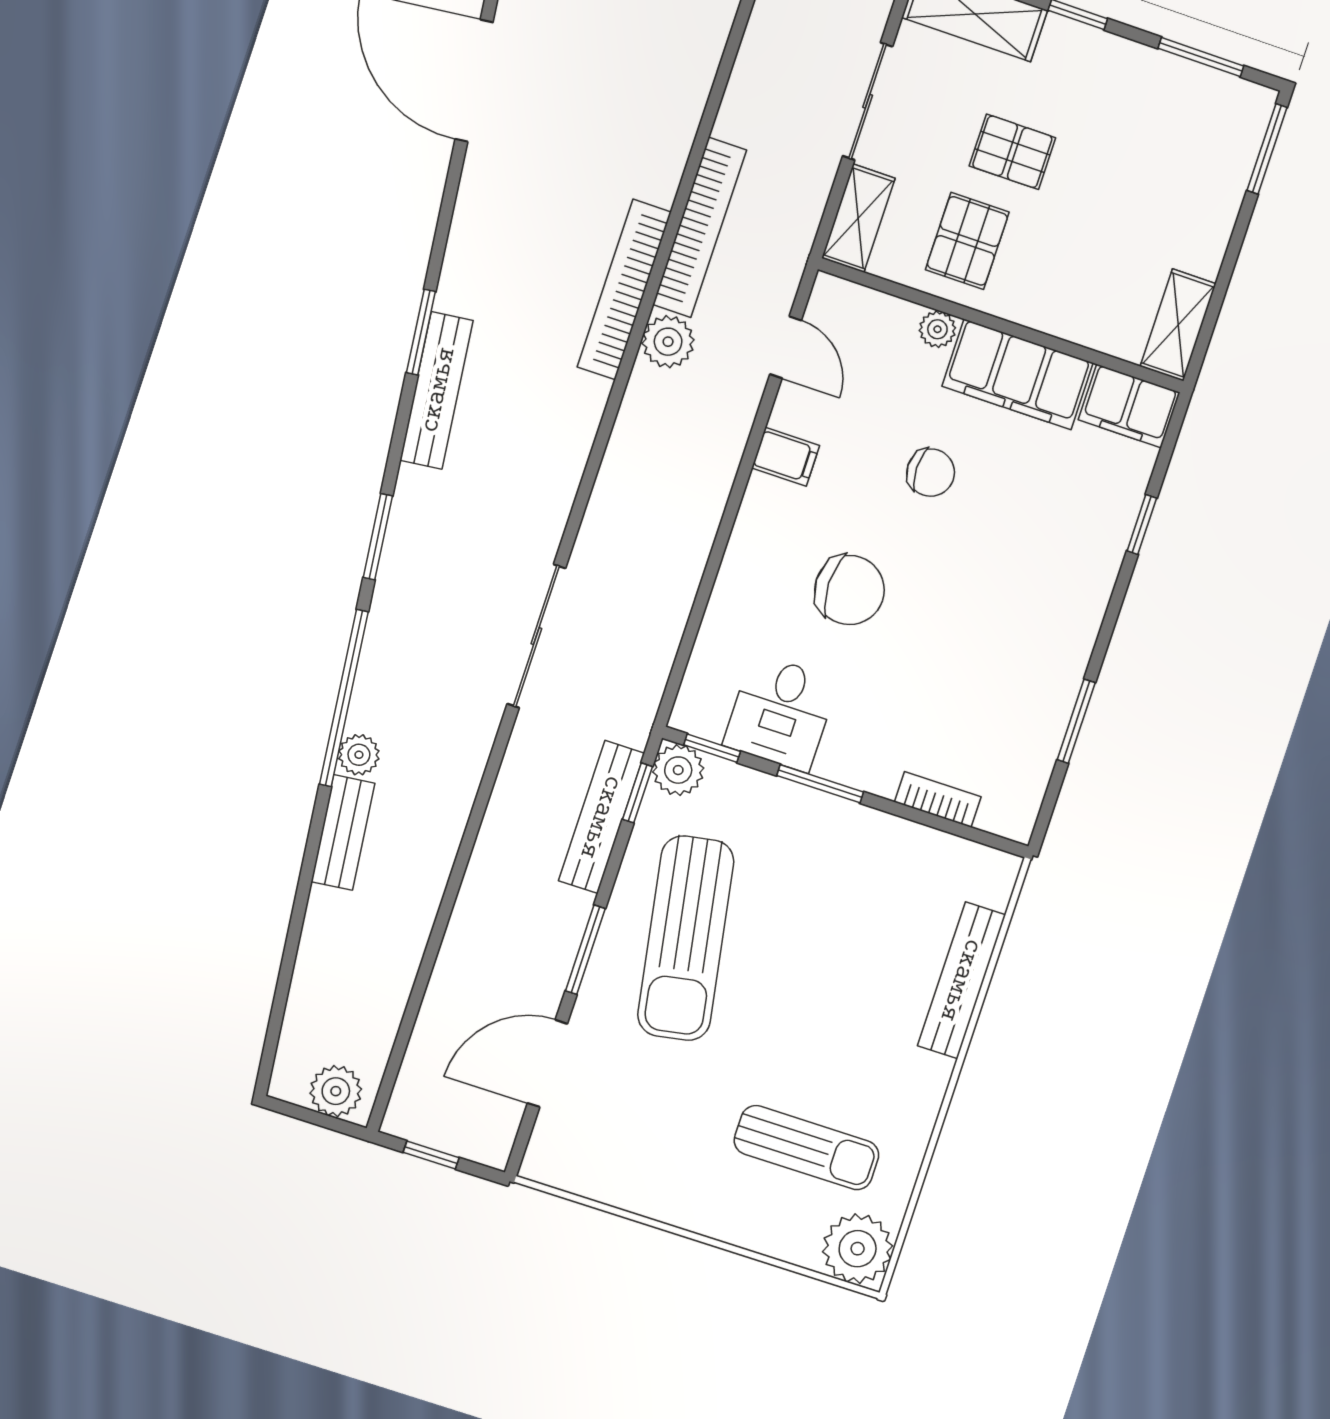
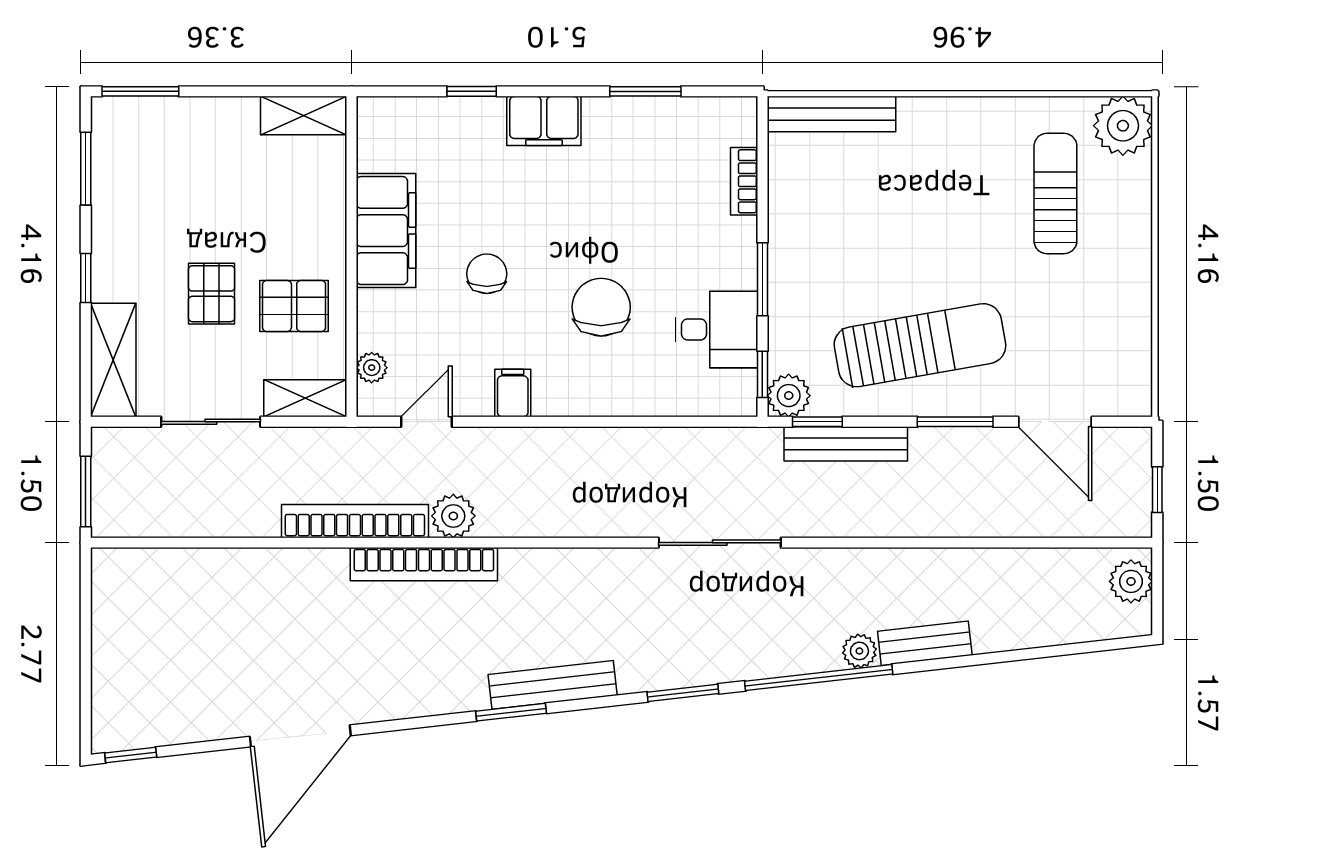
plant: (937, 329) -> (372, 368), moved
filing cabinet: (1129, 406) -> (544, 121), moved, turned 90
bench: (962, 980) -> (832, 114), moved

